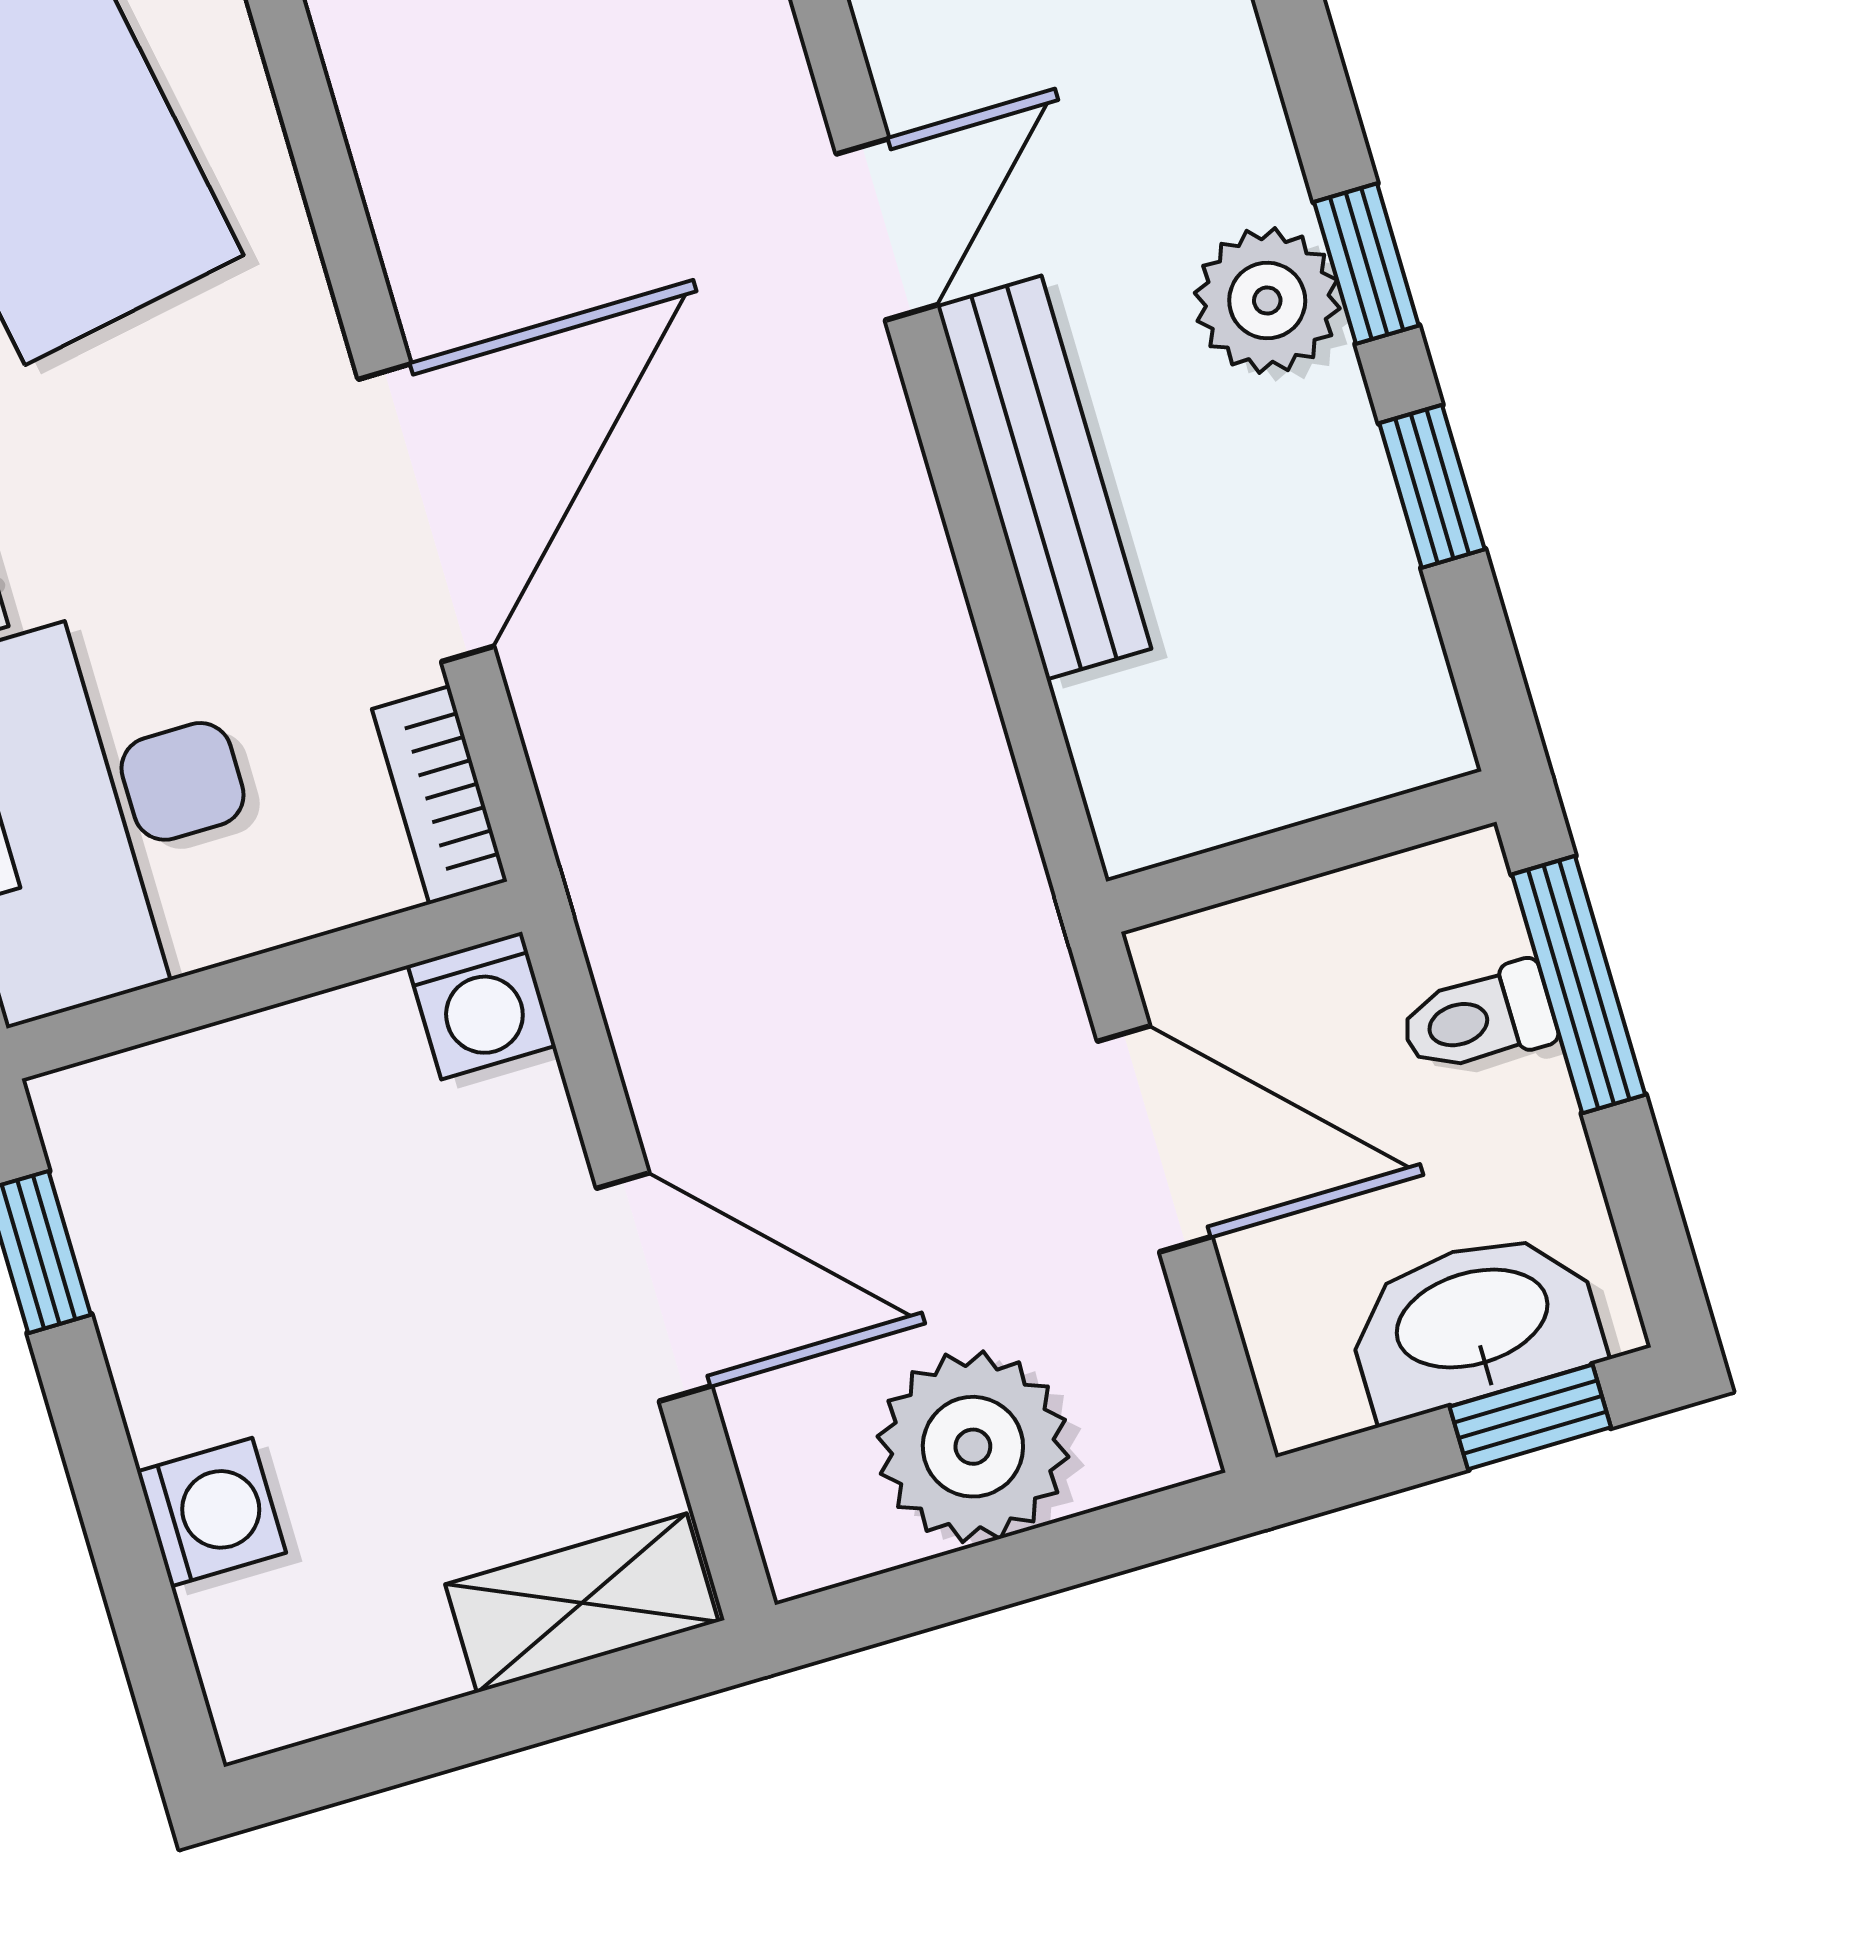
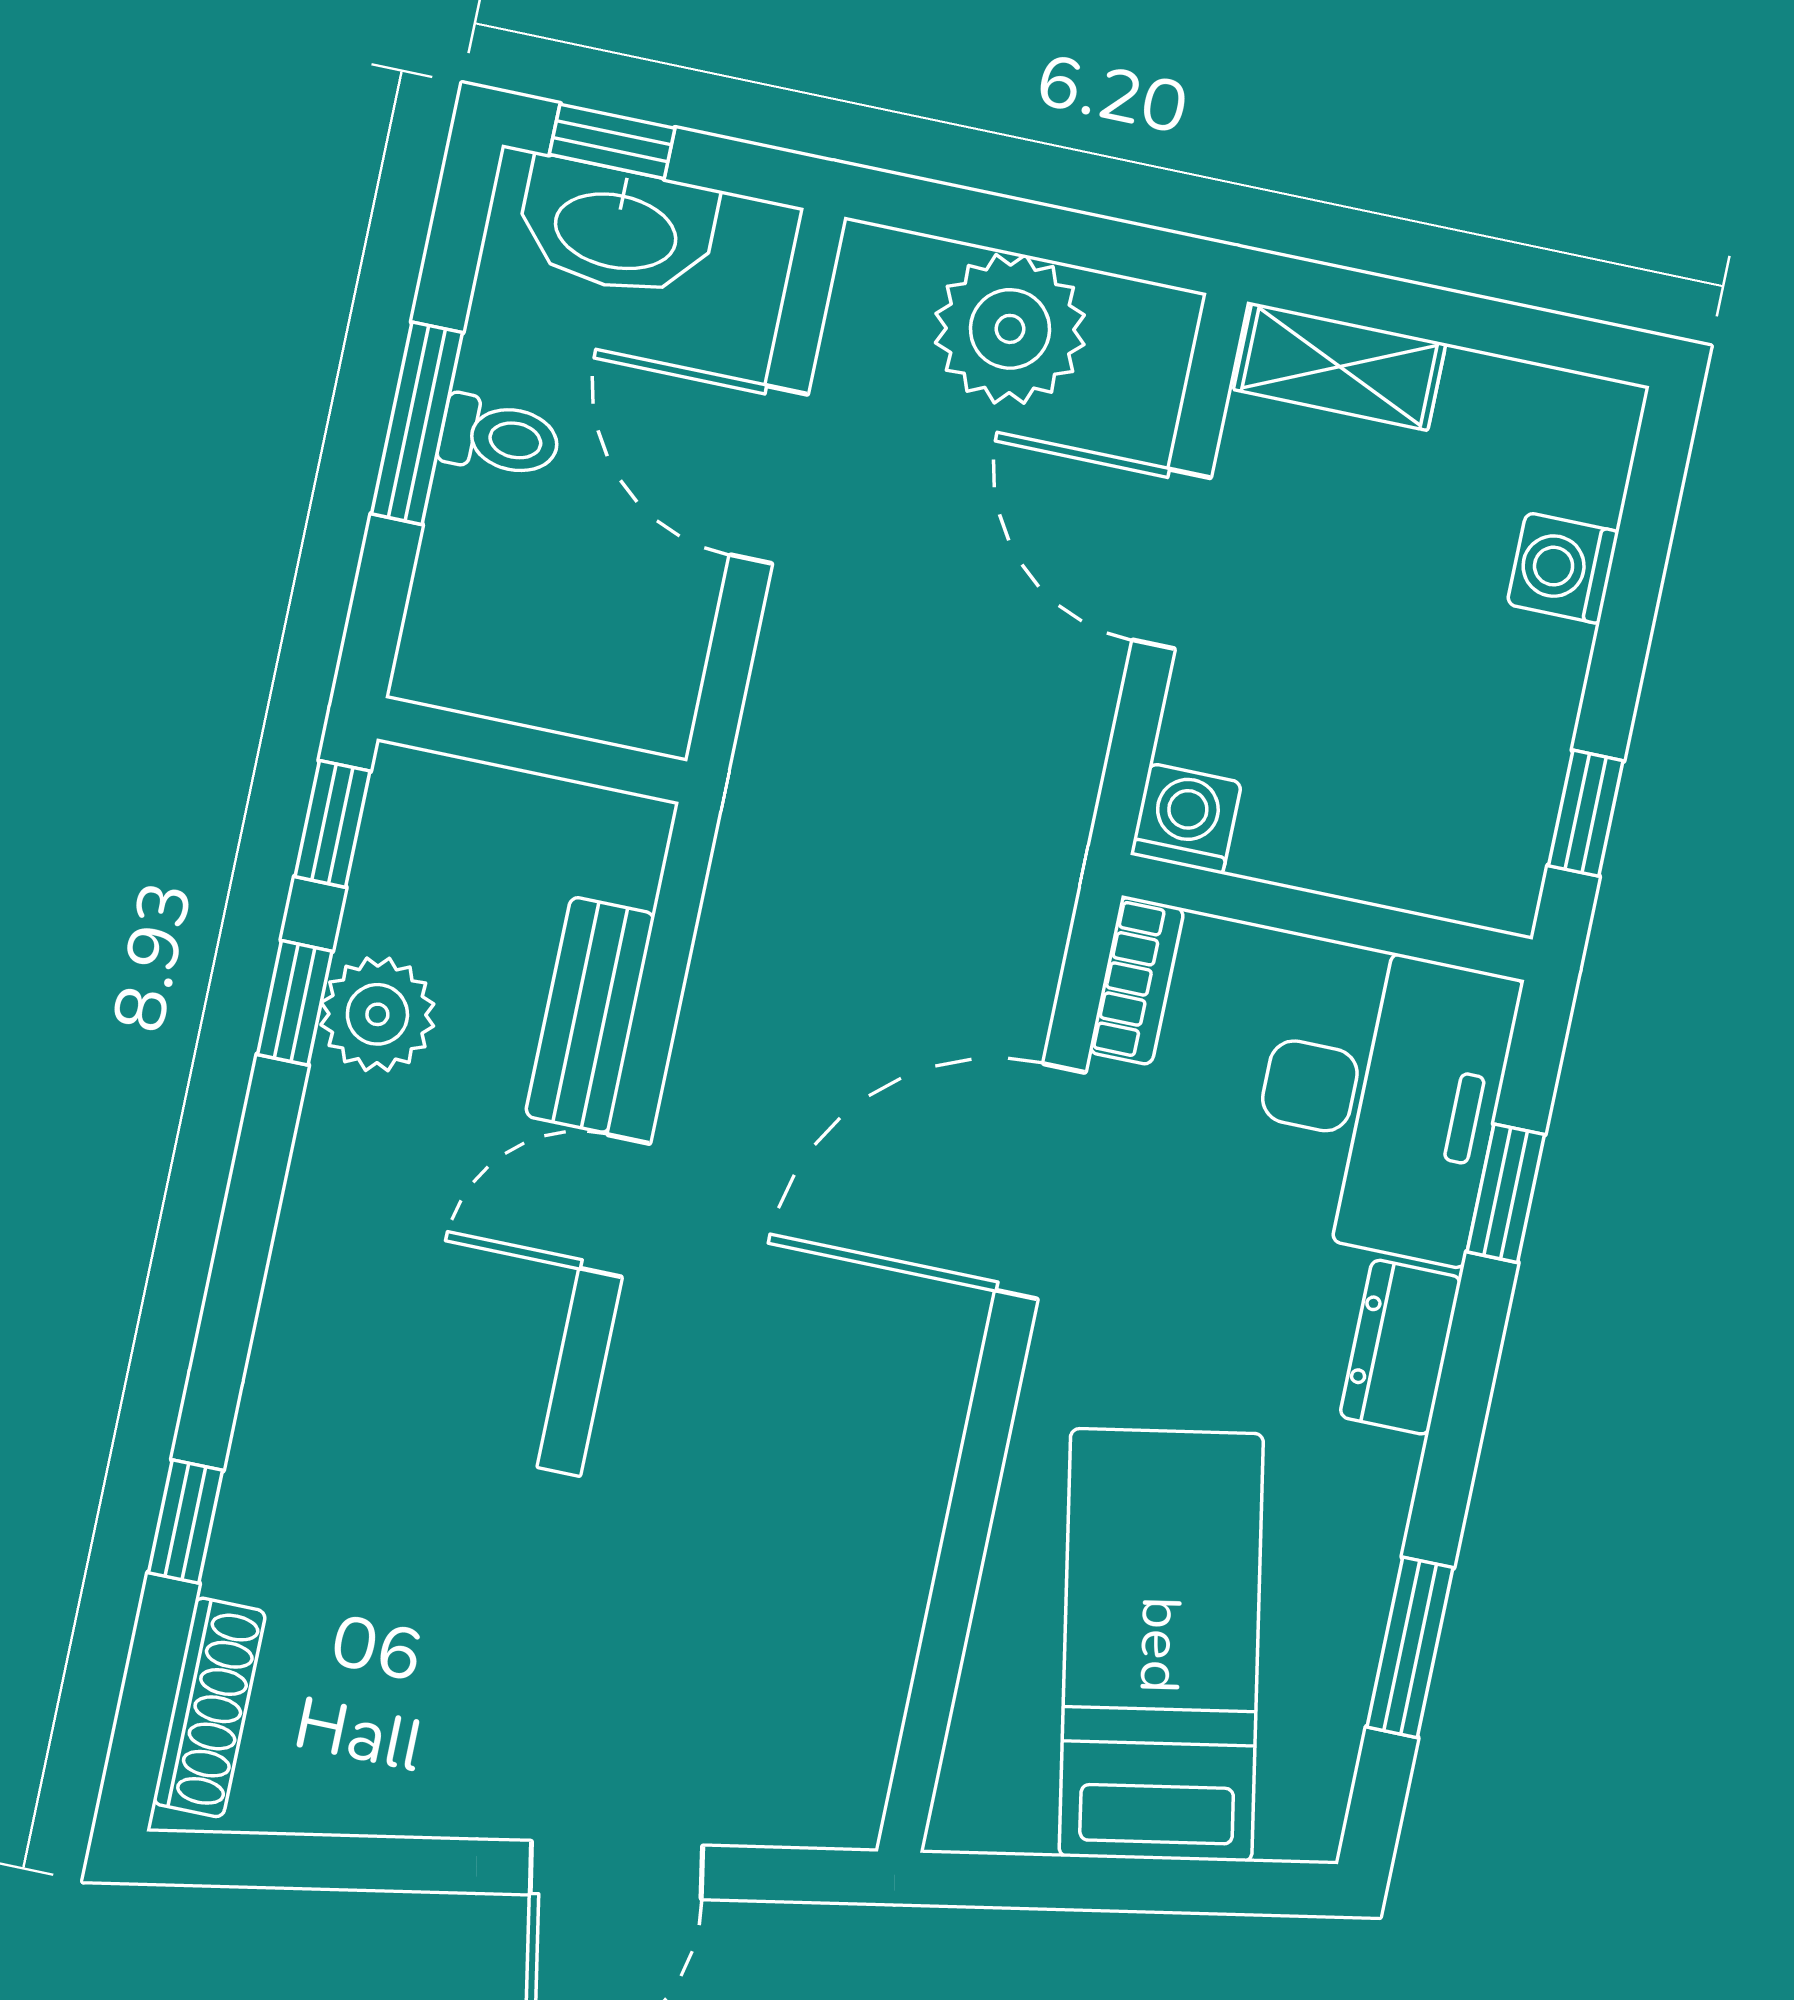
bench: (1044, 478) -> (590, 1015), width x0.73
wall: (1301, 852) -> (532, 750), moved

